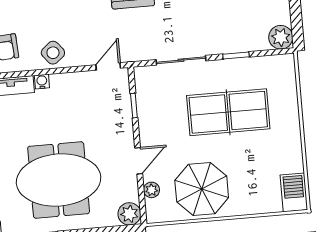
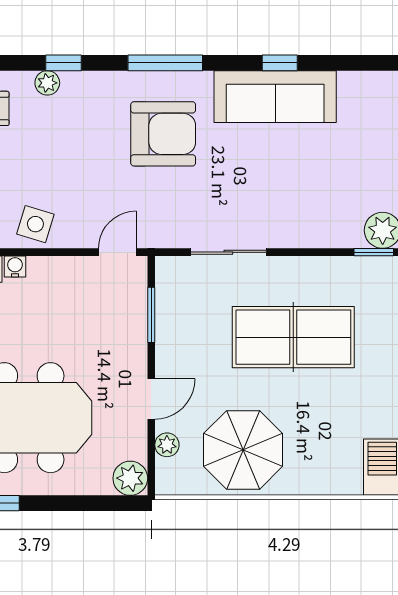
side table: (53, 53) -> (35, 224), turned -34
window: (236, 56) -> (374, 252), moved
window: (134, 106) -> (151, 315), width x1.50

